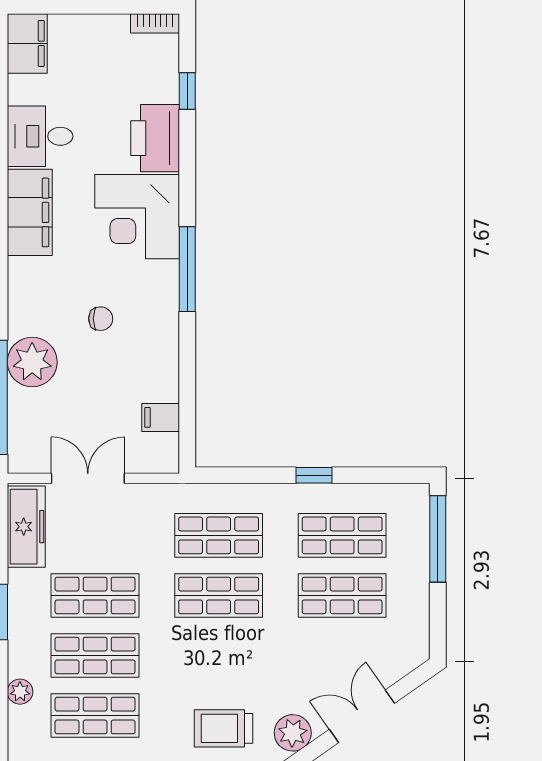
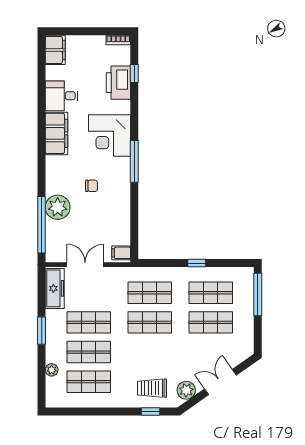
printer: (155, 138) -> (118, 83), moved
filing cabinet: (161, 417) -> (121, 253), moved

